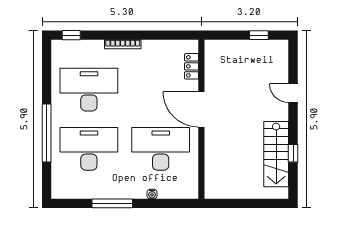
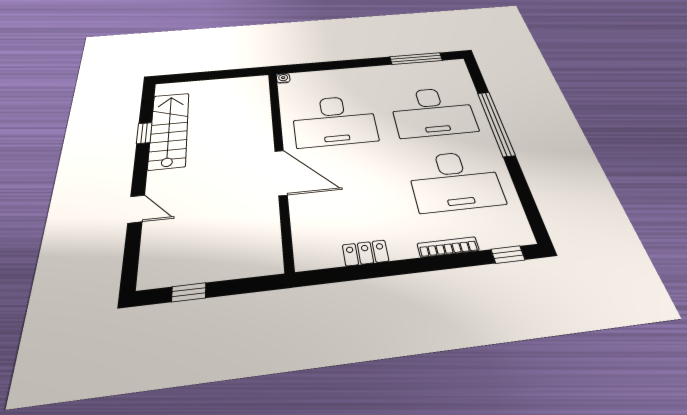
bookcase: (123, 44) -> (448, 247), moved
locker: (192, 66) -> (365, 253), moved, turned -90
water cooler: (152, 194) -> (283, 78), moved
window: (112, 203) -> (416, 59), moved

